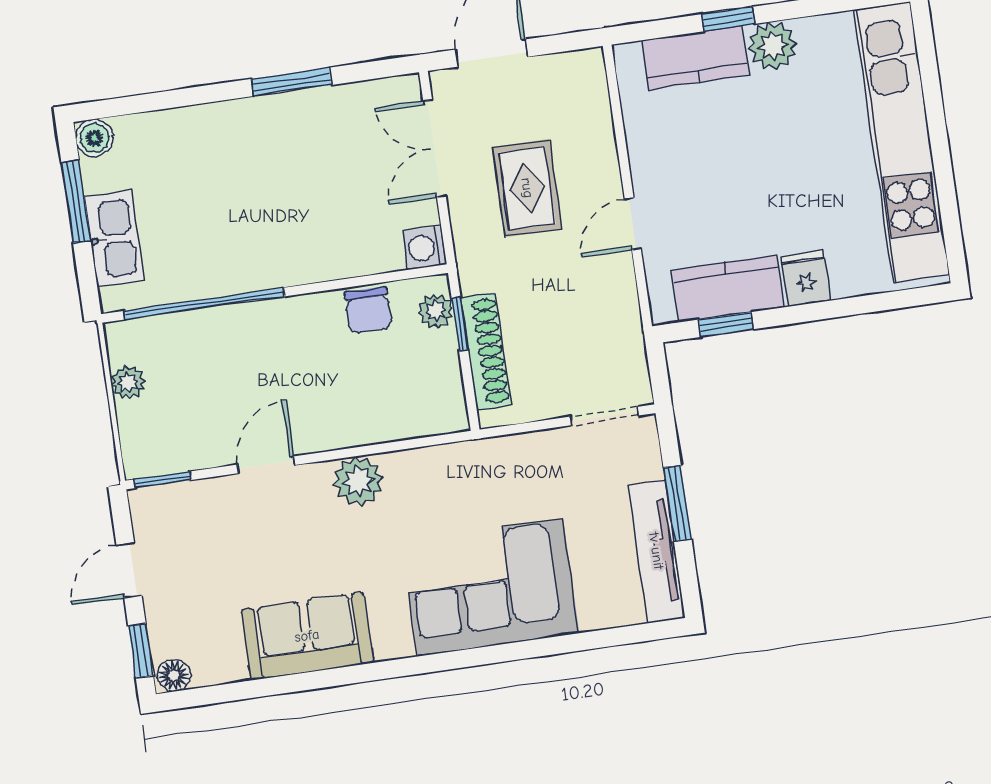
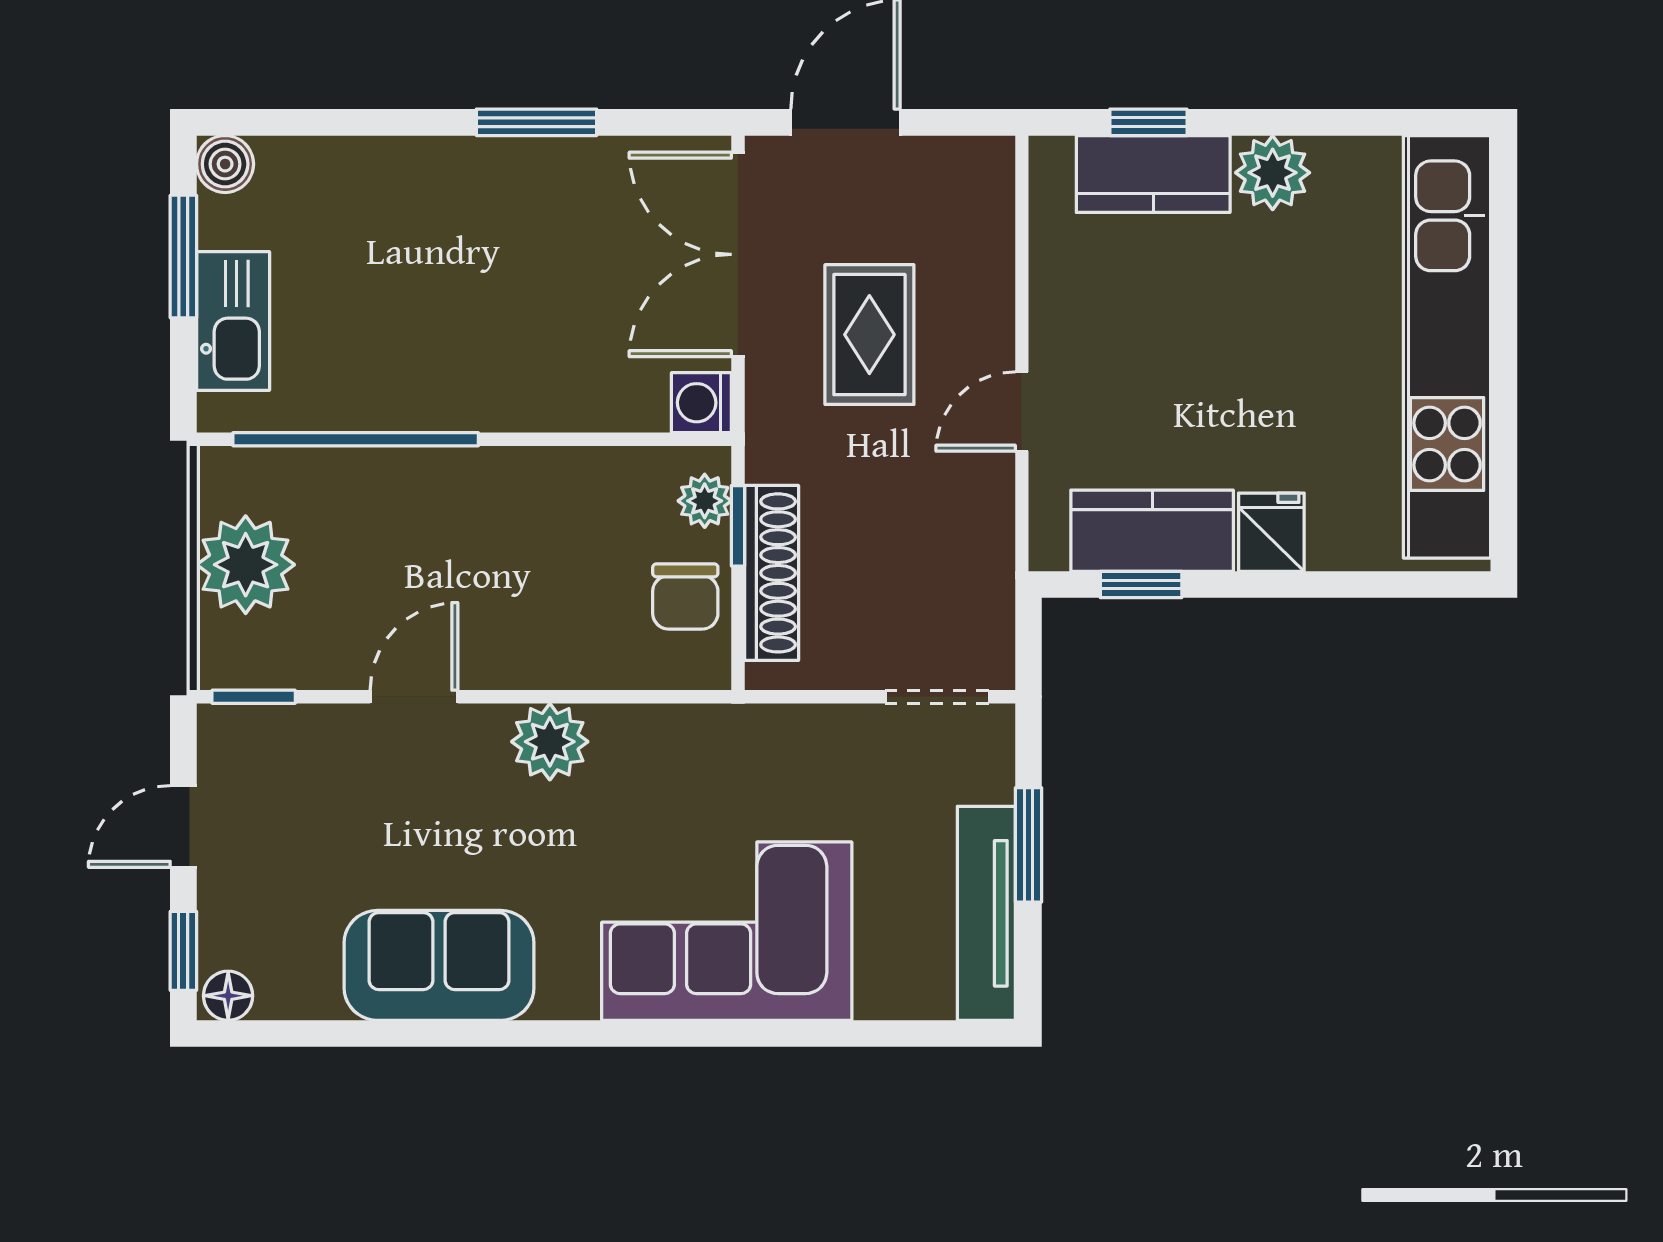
window: (728, 19) -> (1148, 122), moved
double door: (434, 149) -> (738, 254), width x1.37
chair: (368, 310) -> (685, 596), moved
plant: (128, 382) -> (246, 565), width x1.88, depth x1.88

